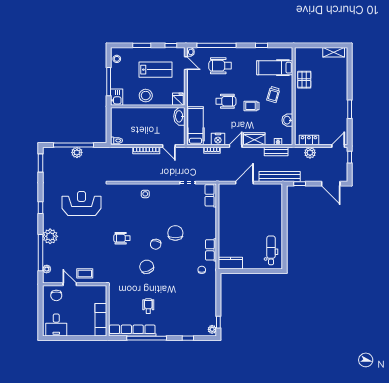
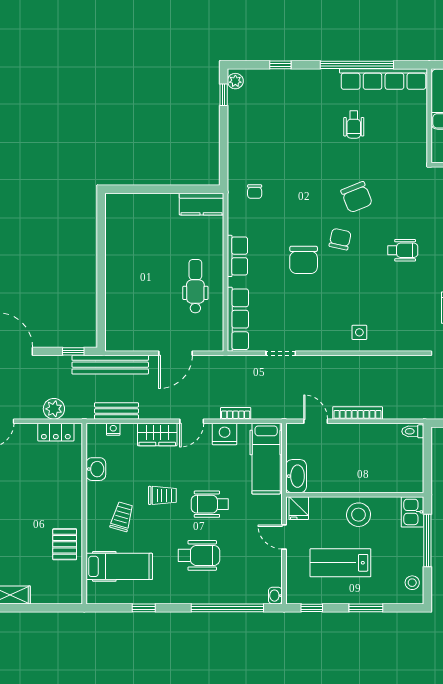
door: (186, 63) -> (284, 537), moved
wheelchair: (220, 66) -> (199, 555), moved
row of seats: (211, 195) -> (238, 319), width x1.48
row of seats: (211, 250) -> (237, 256), moved
dental chair: (271, 250) -> (195, 286), moved, turned 180

